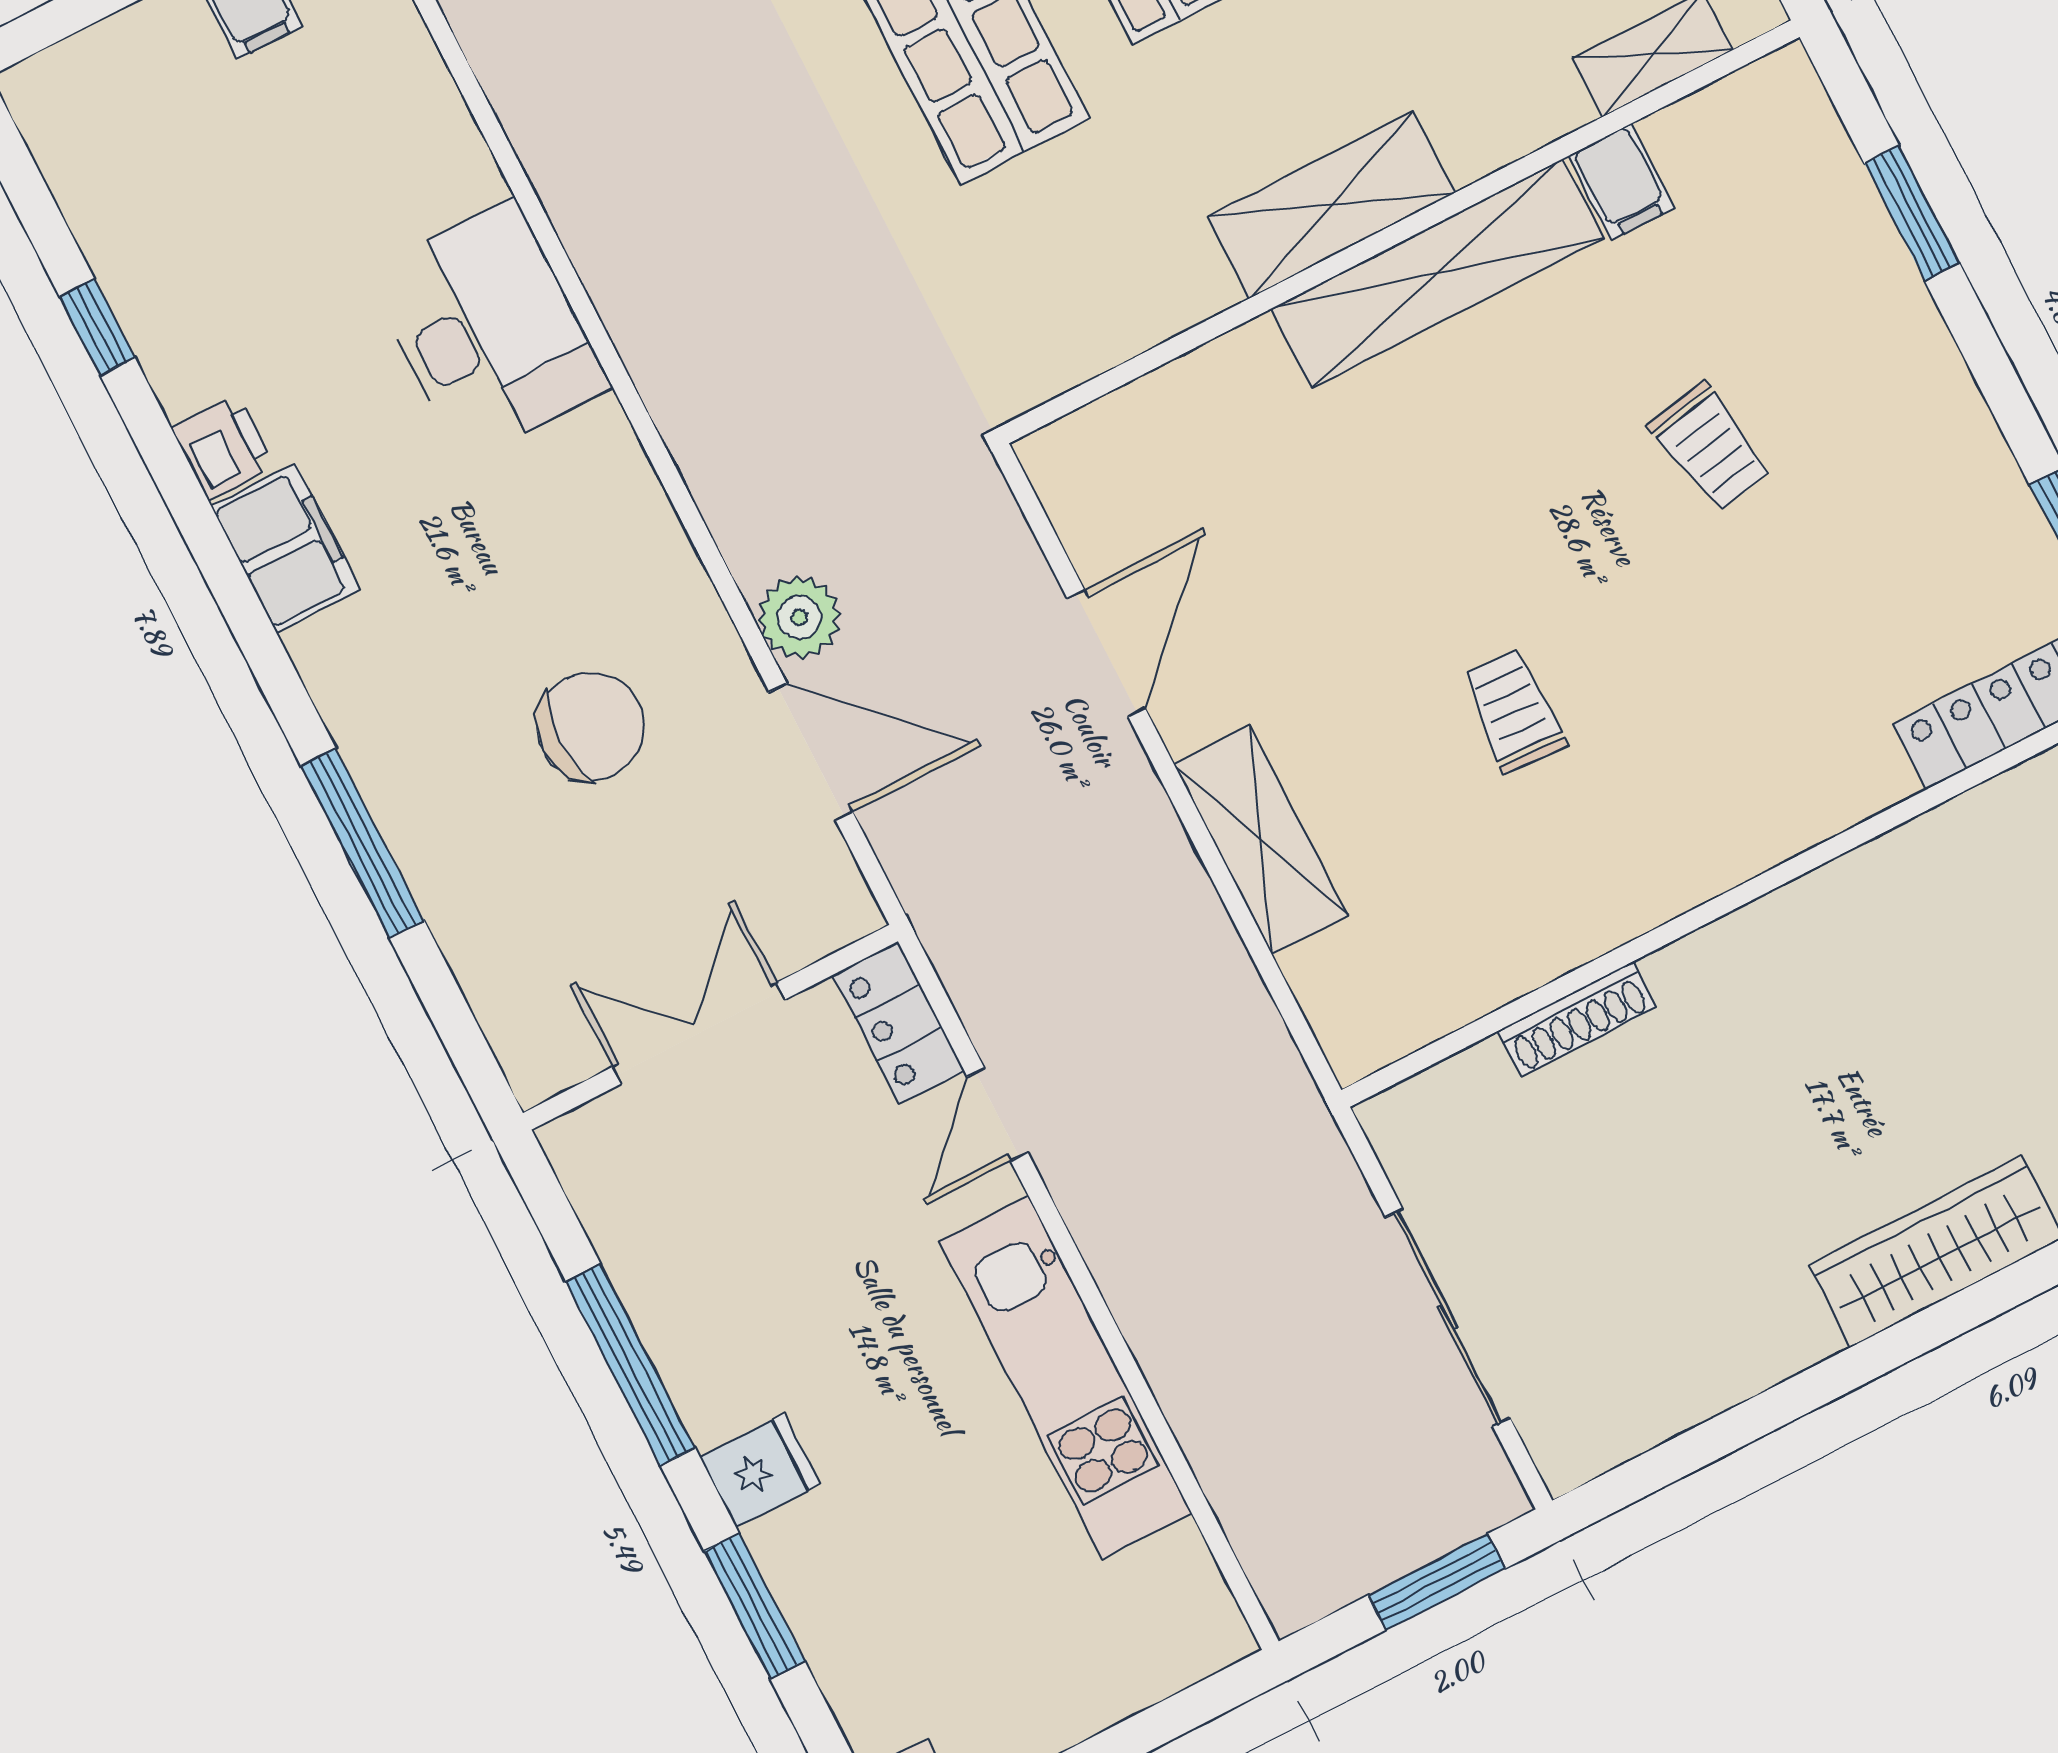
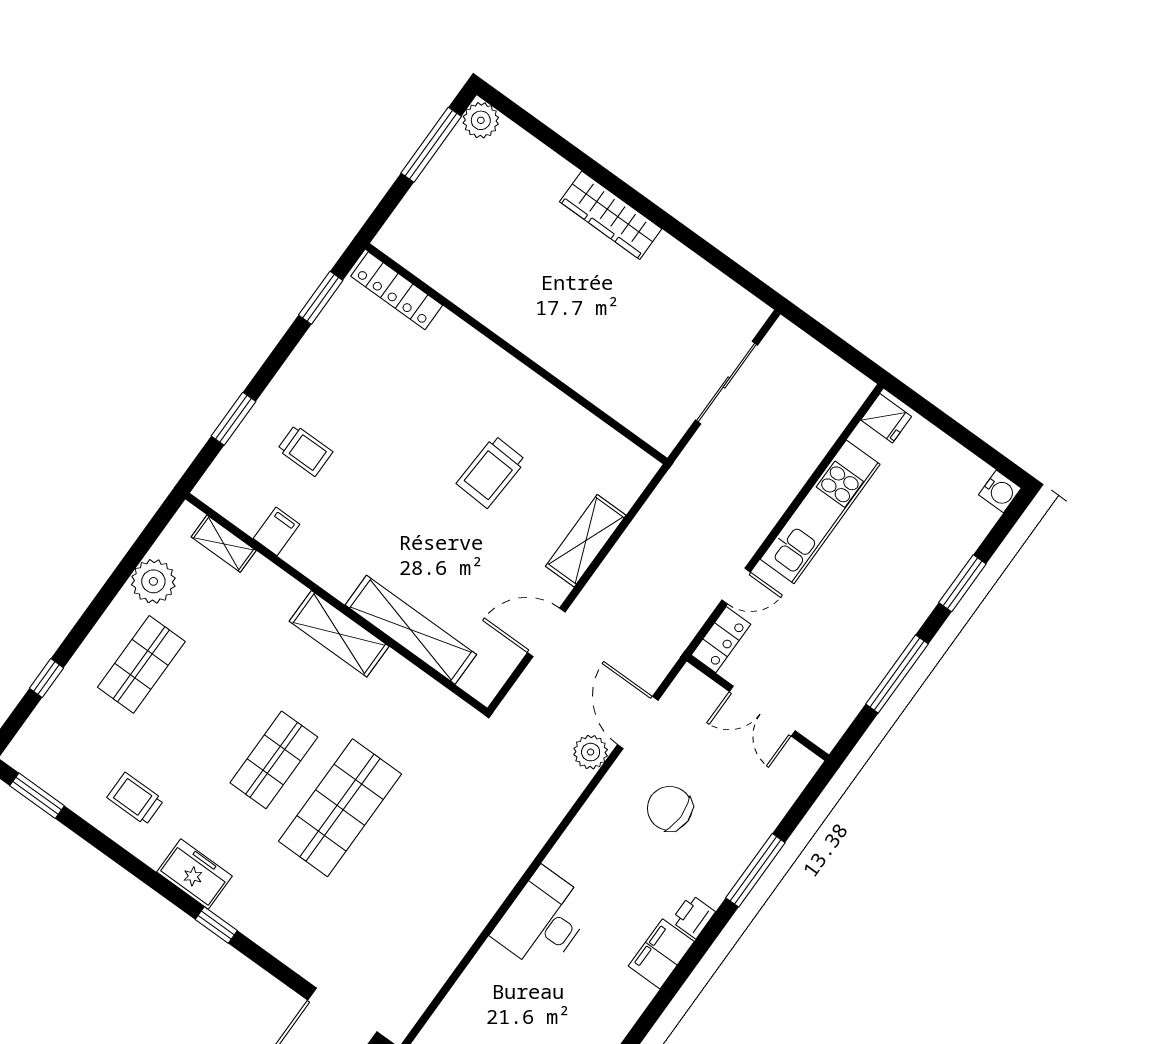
shelving: (1437, 274) -> (411, 630), moved
printer: (223, 447) -> (693, 916), moved
trolley: (1710, 447) -> (305, 451), moved, turned 101
trolley: (1514, 711) -> (491, 472), width x1.36, depth x1.39
shoe rack: (1577, 1019) -> (593, 391), removed
fridge: (760, 1471) -> (886, 418), moved, turned 180
window: (1437, 1582) -> (826, 337), removed

